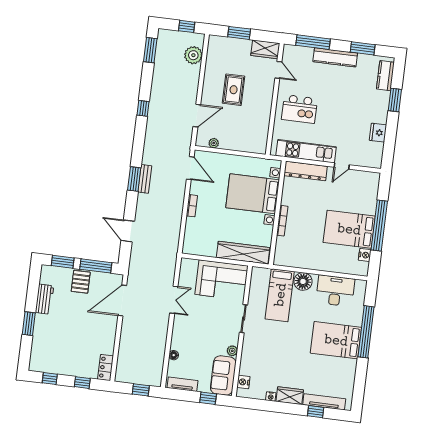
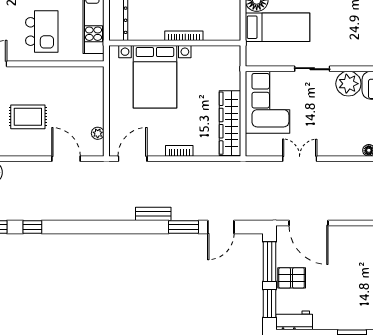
window: (143, 108) -> (32, 227), moved
window: (134, 179) -> (184, 227), moved
wardrobe: (243, 253) -> (230, 123), moved
workbench: (44, 299) -> (294, 320), moved
plant: (232, 351) -> (348, 84), width x1.87, depth x1.87

